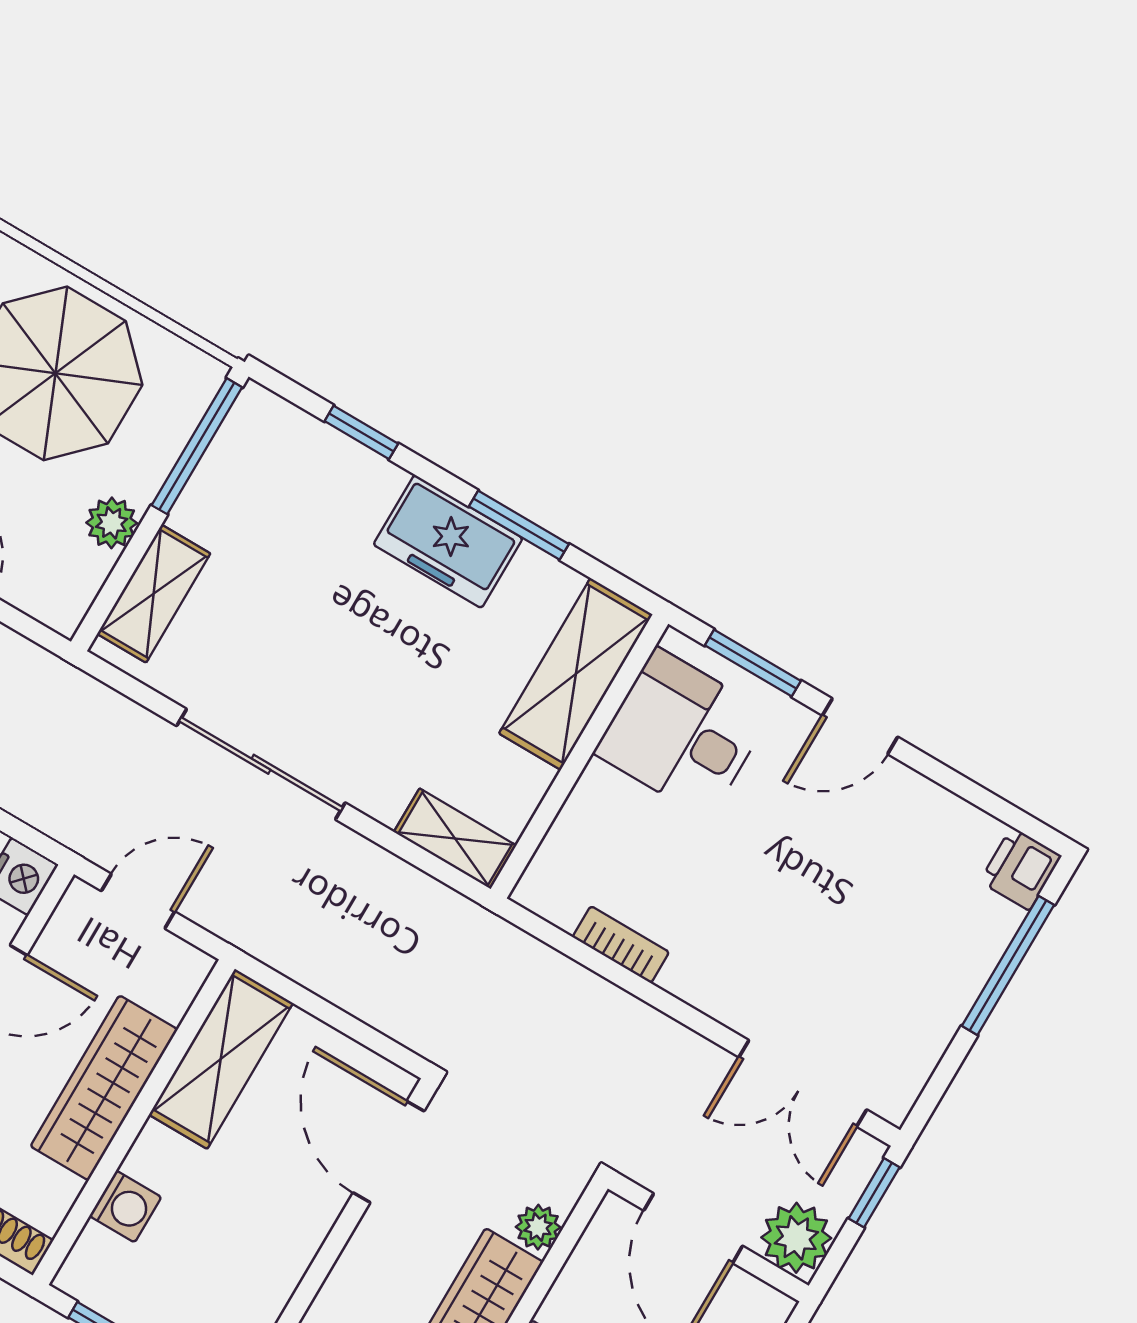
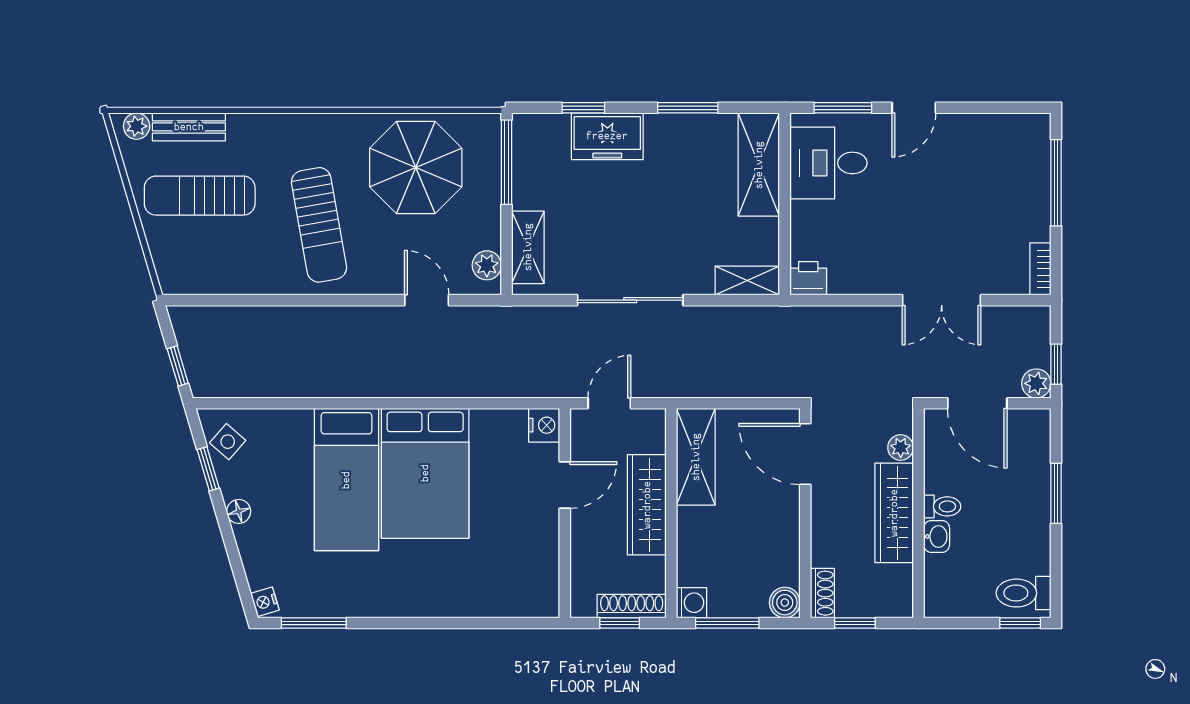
plant: (112, 523) -> (487, 265), moved
freezer: (448, 541) -> (607, 136), moved
printer: (1021, 869) -> (808, 278), moved, turned 90
bookcase: (621, 945) -> (1040, 269), moved, turned -90
double door: (803, 1083) -> (942, 300), moved
window: (874, 1193) -> (1056, 364), moved
washing machine: (125, 1206) -> (692, 603), moved
plant: (796, 1238) -> (1036, 383), width x0.73, depth x0.73

